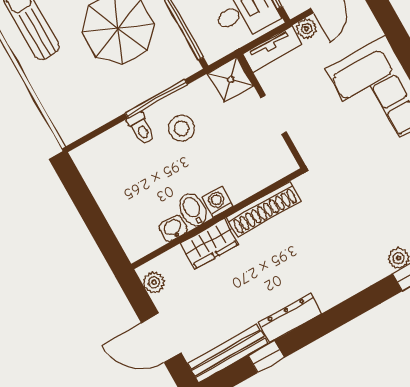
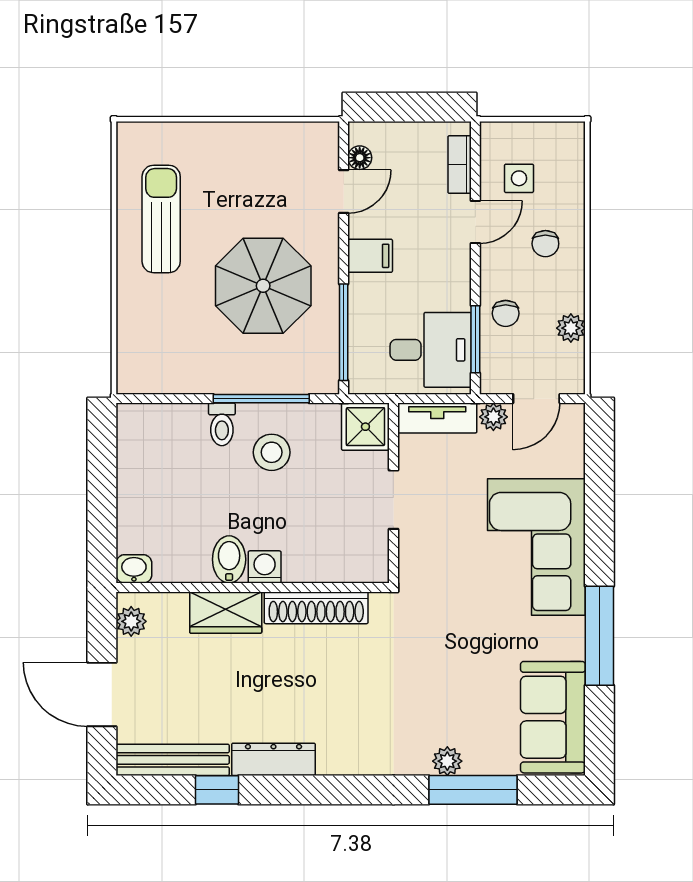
washbasin: (173, 228) -> (134, 569), moved

